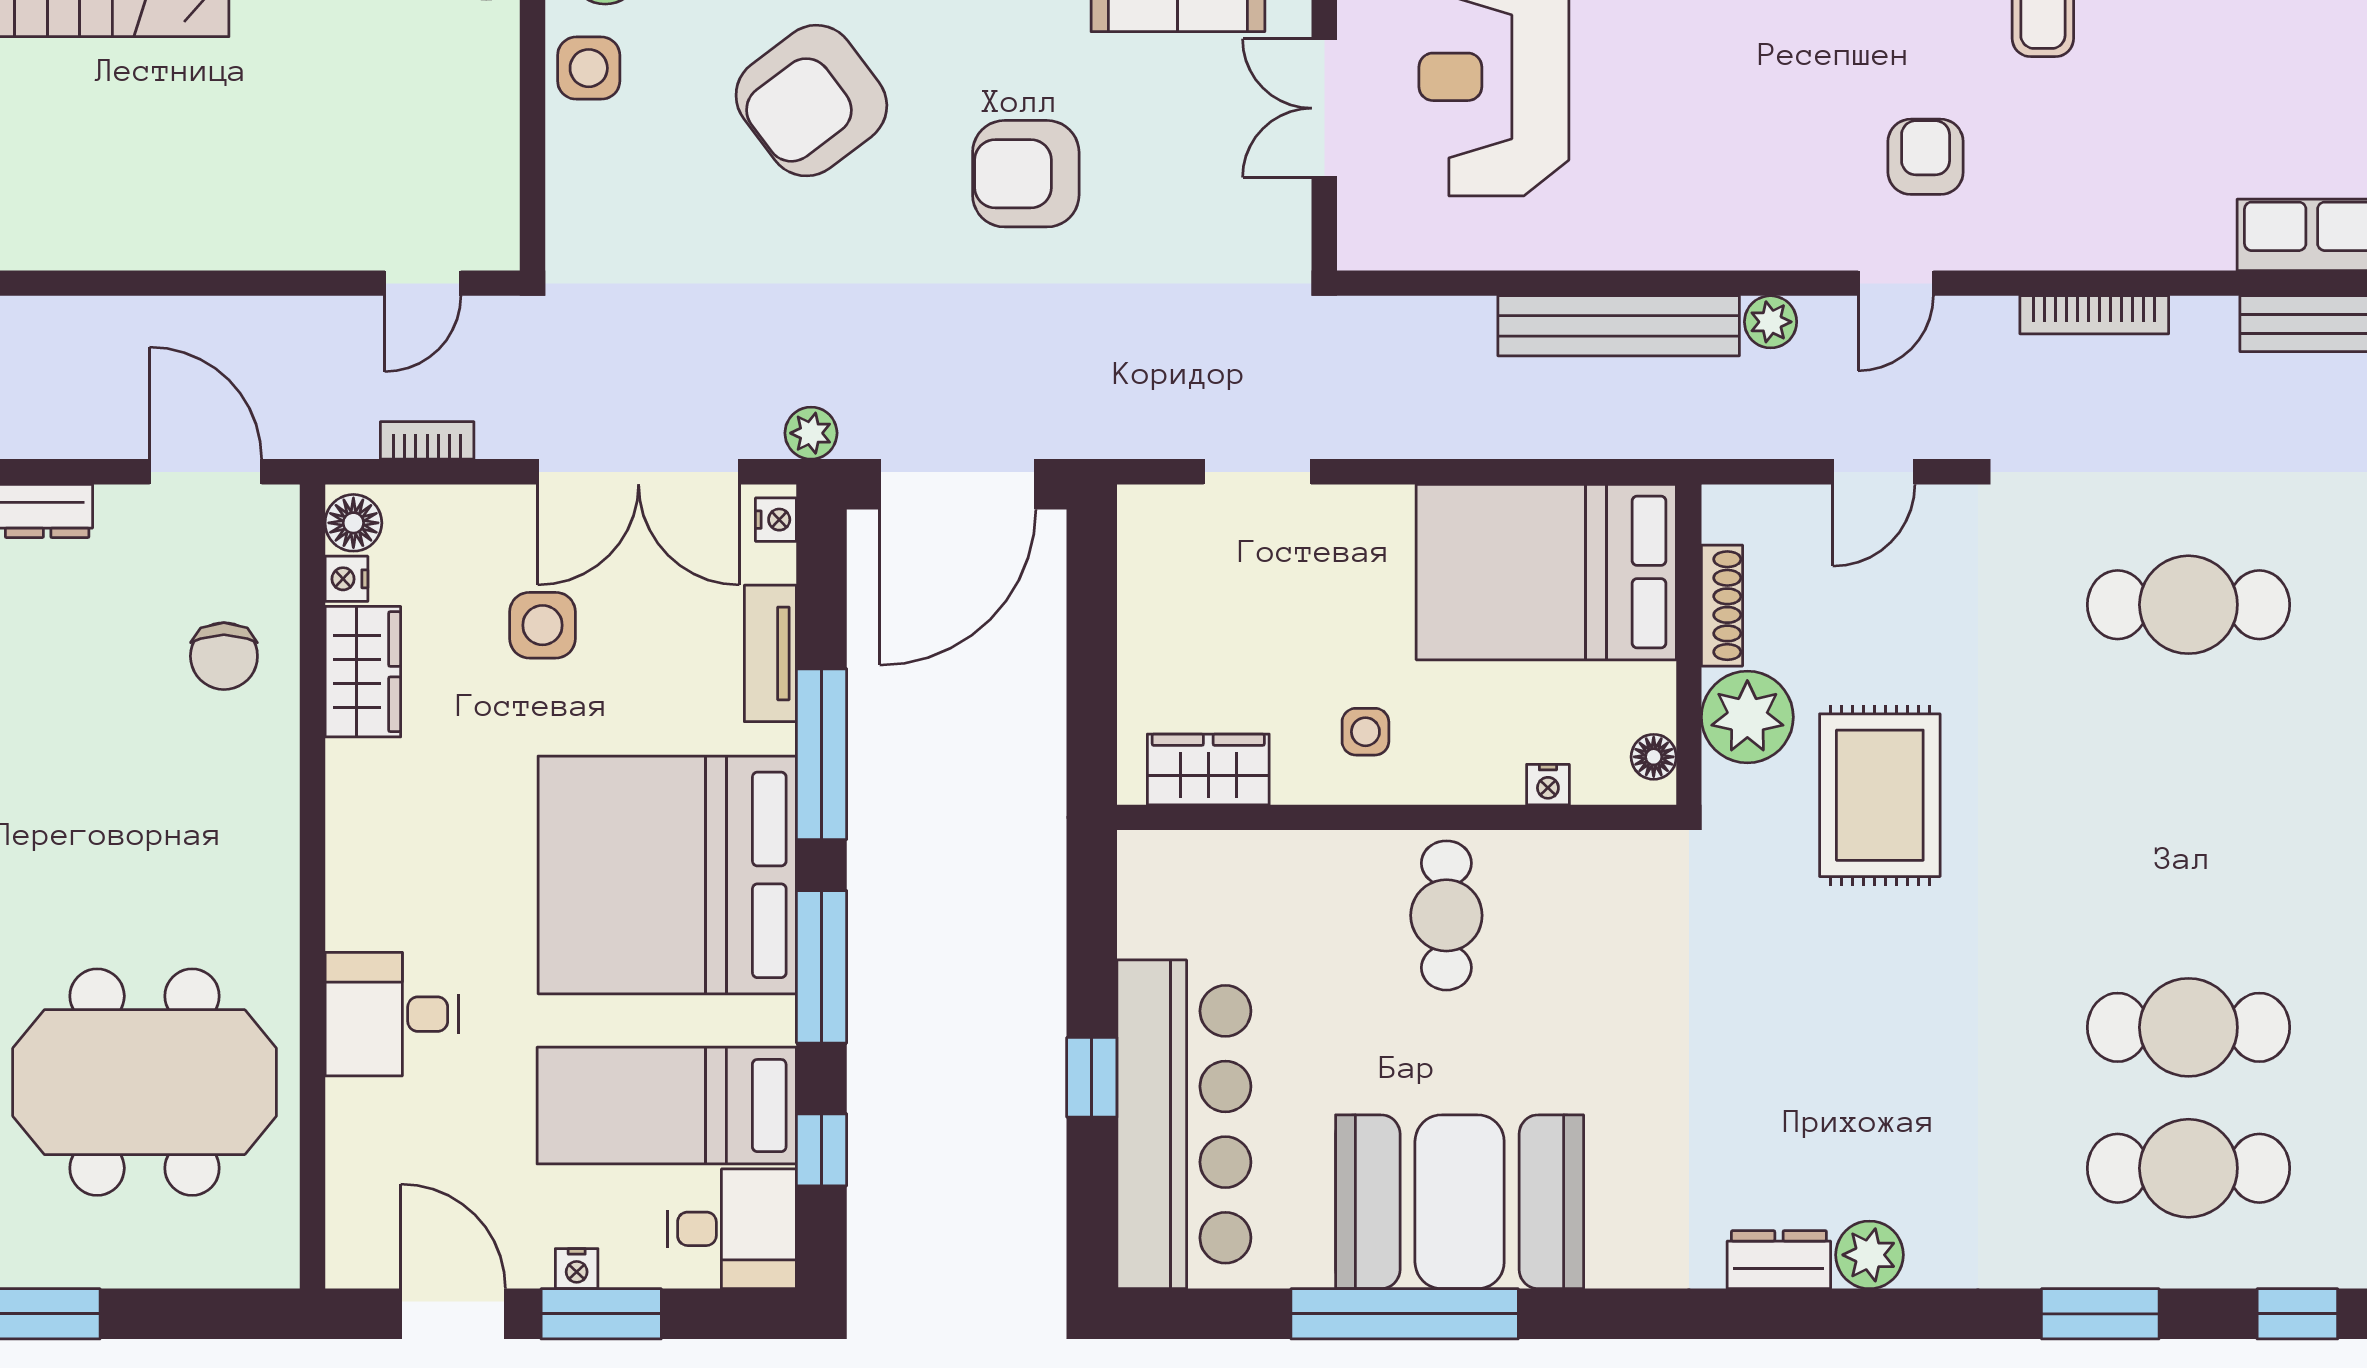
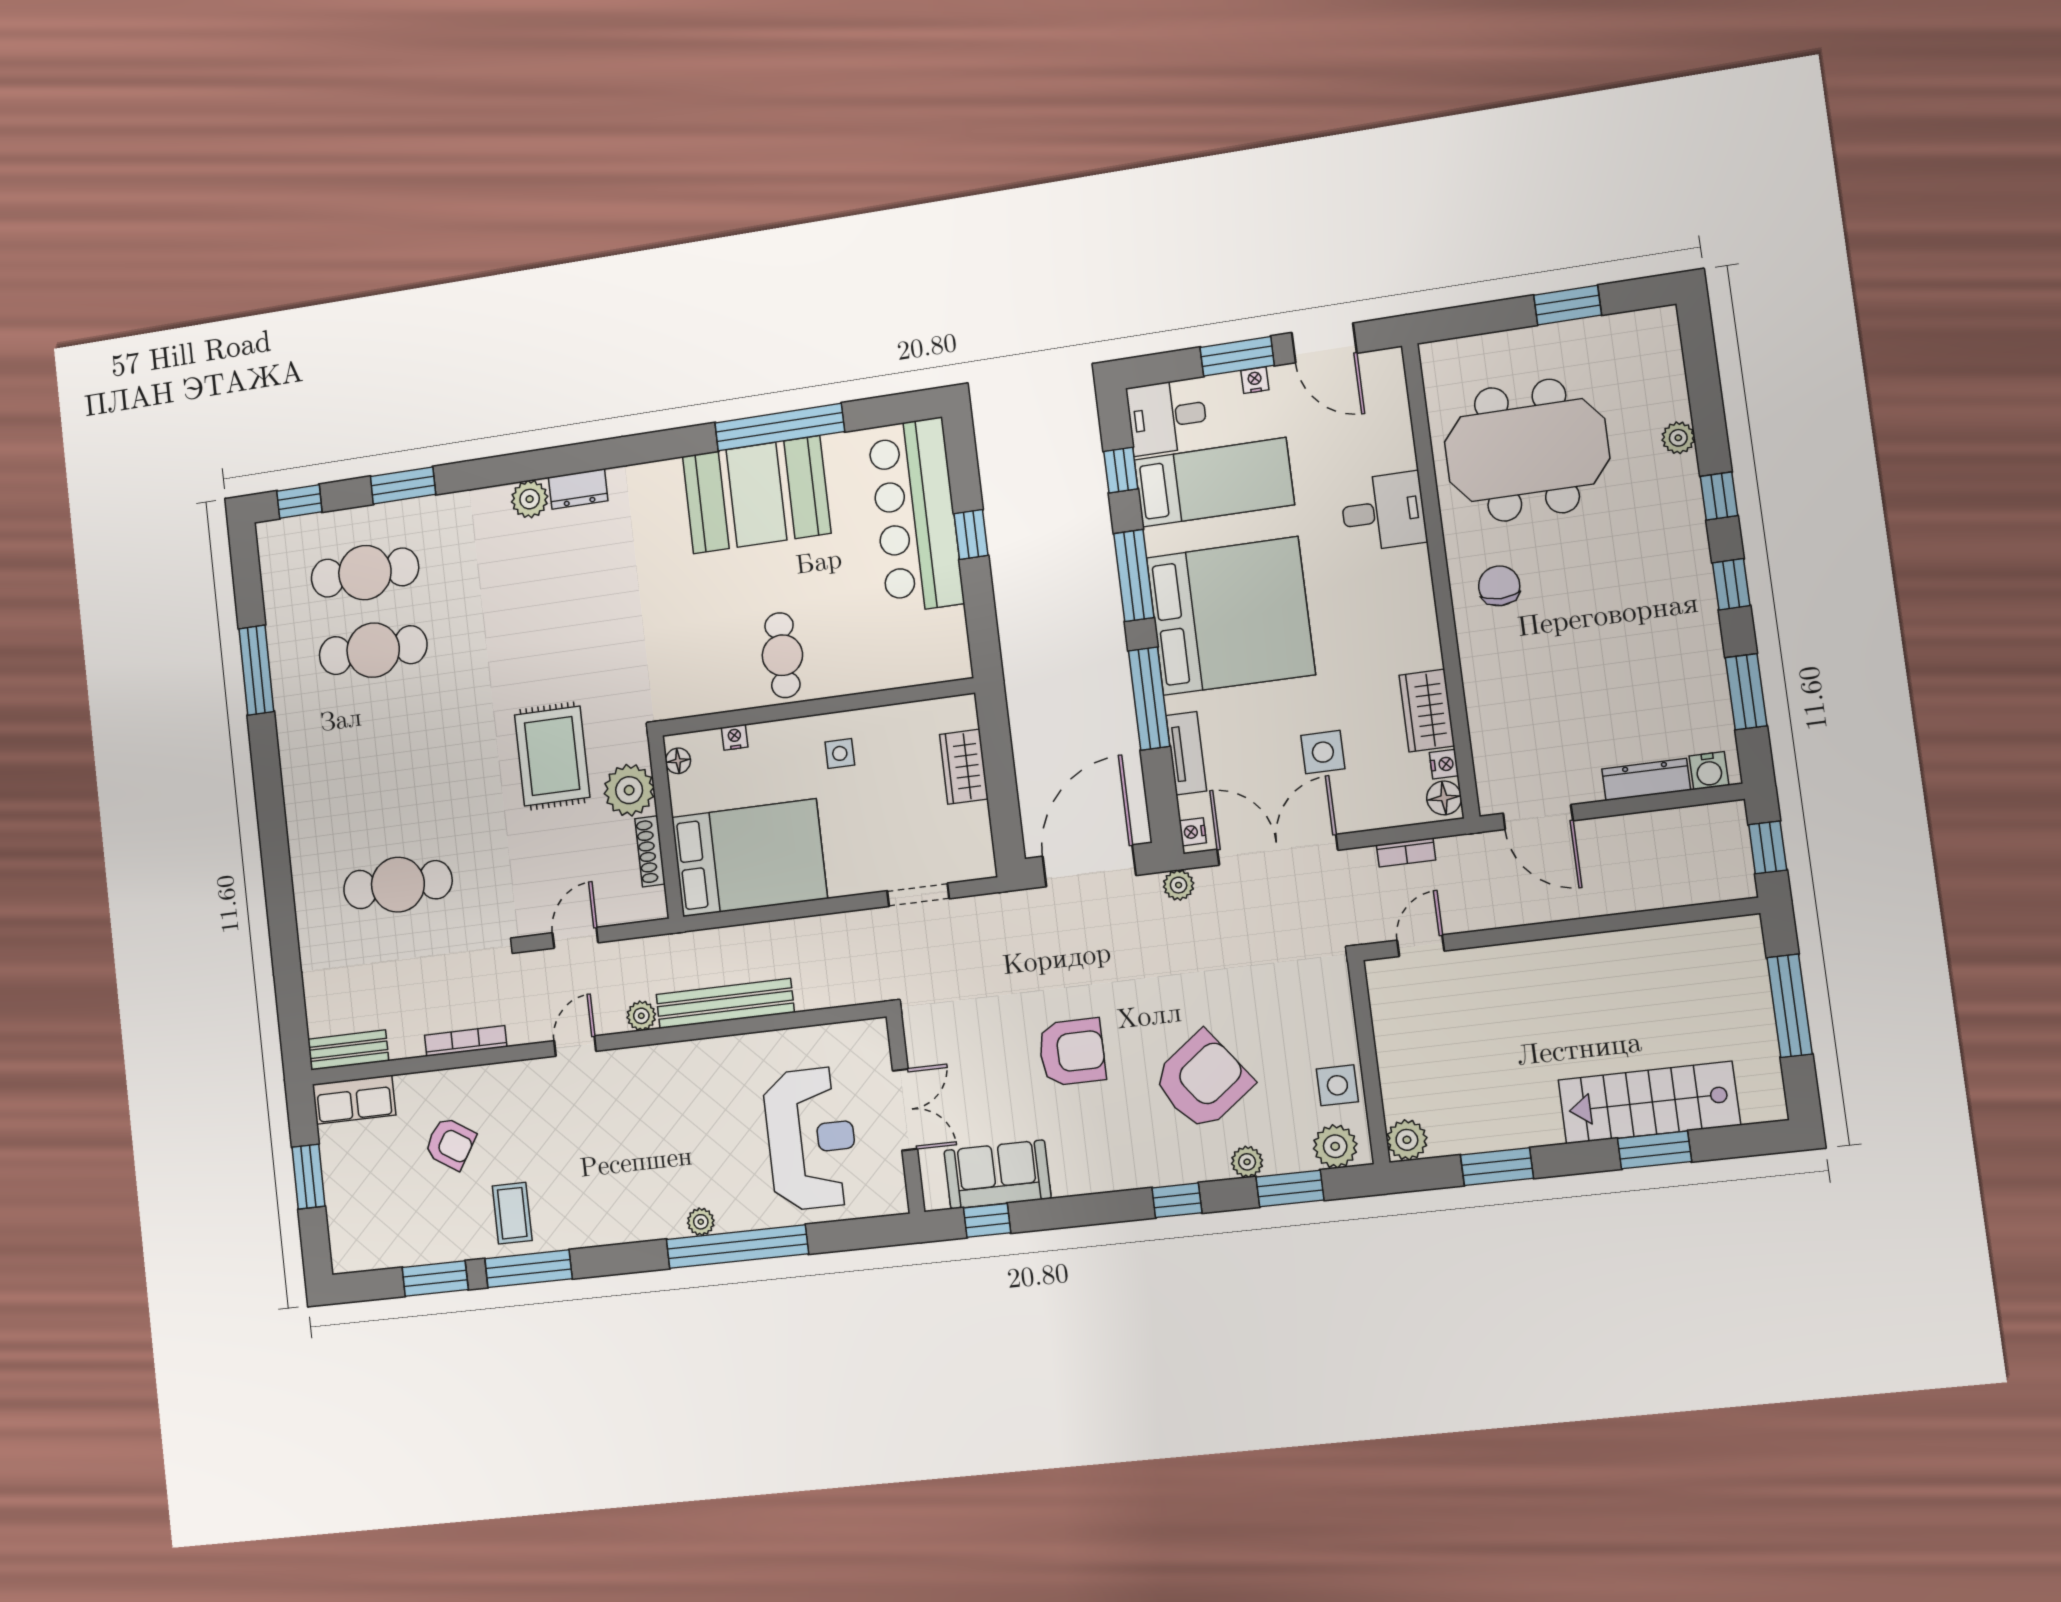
armchair: (1926, 157) -> (450, 1143), moved, turned -58
chair: (224, 656) -> (1499, 586), moved
wardrobe: (1208, 769) -> (964, 767), moved, turned 90

